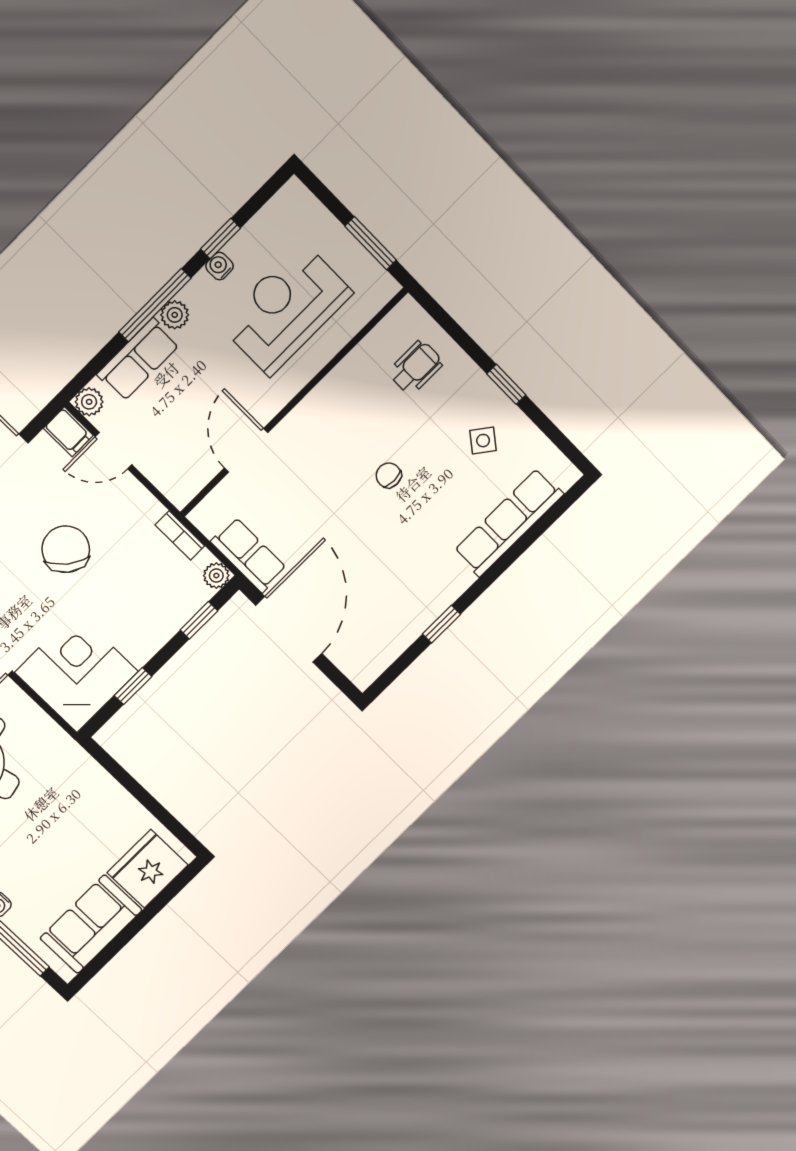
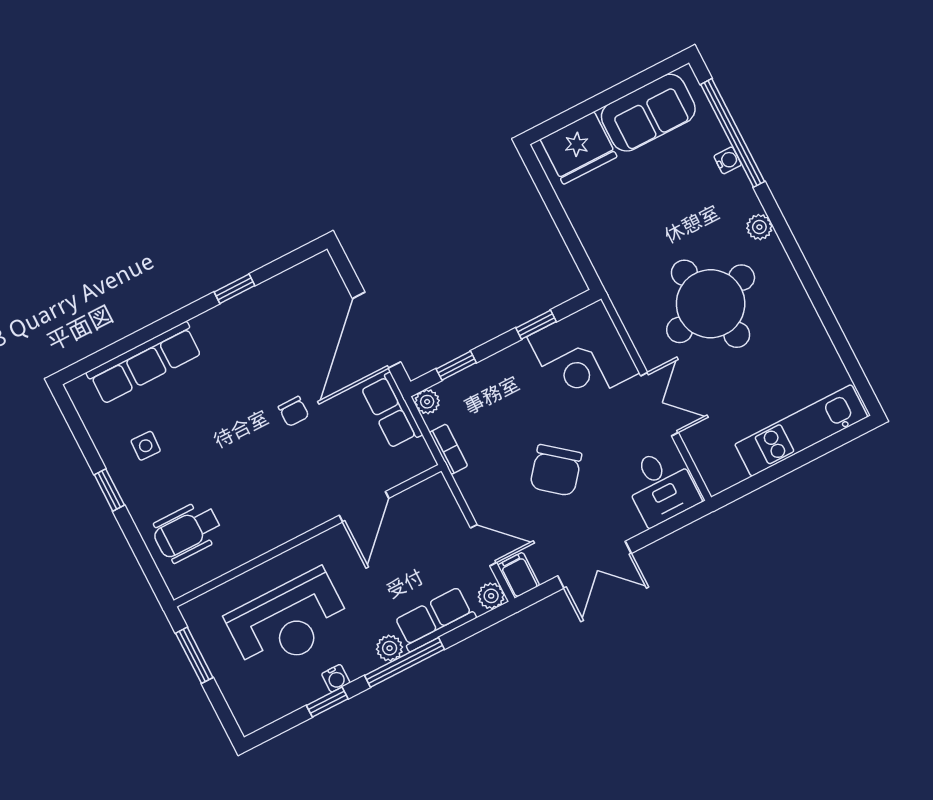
wheelchair: (416, 368) -> (187, 532), width x1.36, depth x1.37
side table: (483, 441) -> (146, 446), turned -35
chair: (389, 475) -> (294, 411), moved

